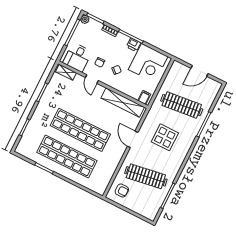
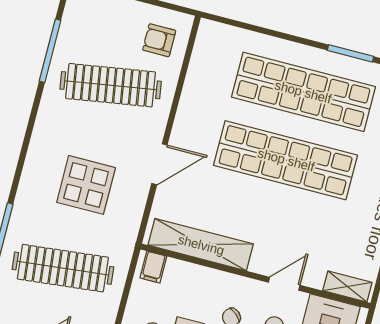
door: (92, 79) -> (284, 284), hinge flipped
door: (133, 139) -> (159, 164), hinge flipped

